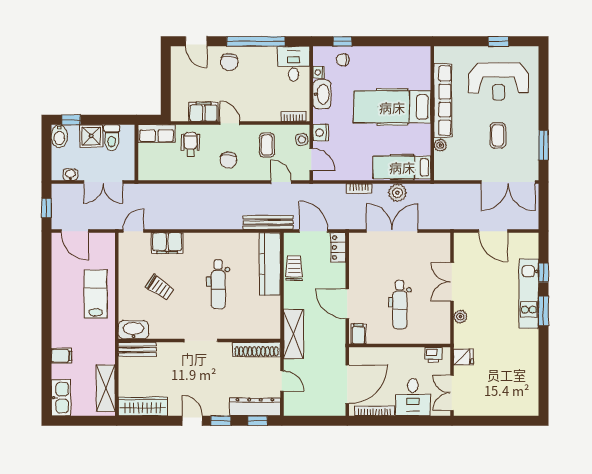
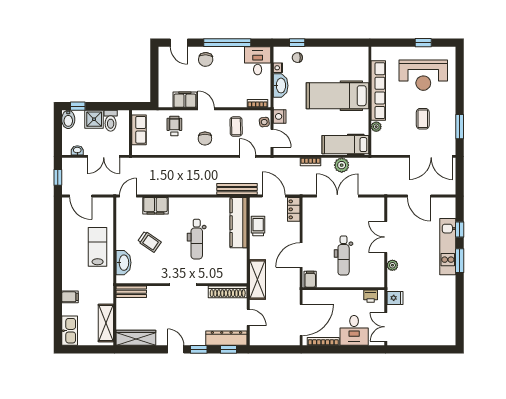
row of seats: (157, 134) -> (139, 130), moved, turned -90
door: (347, 304) -> (301, 255), hinge flipped
washbasin: (133, 330) -> (123, 263), moved, turned 90

